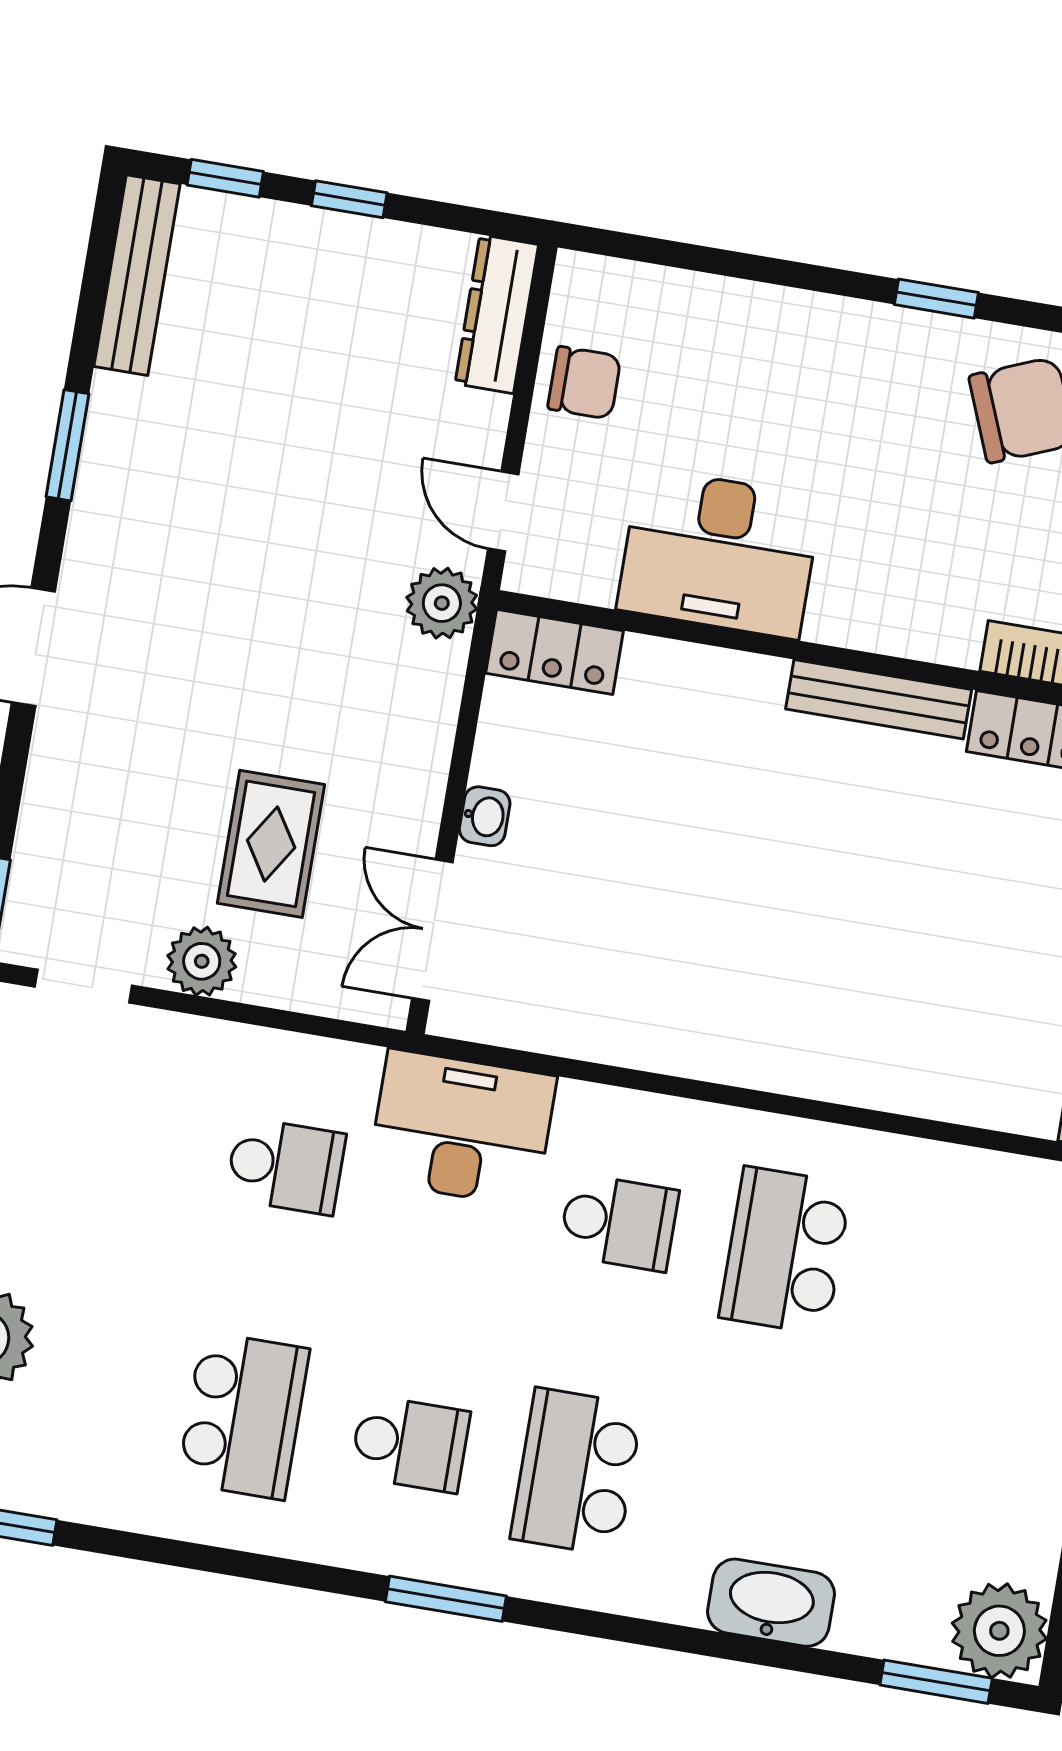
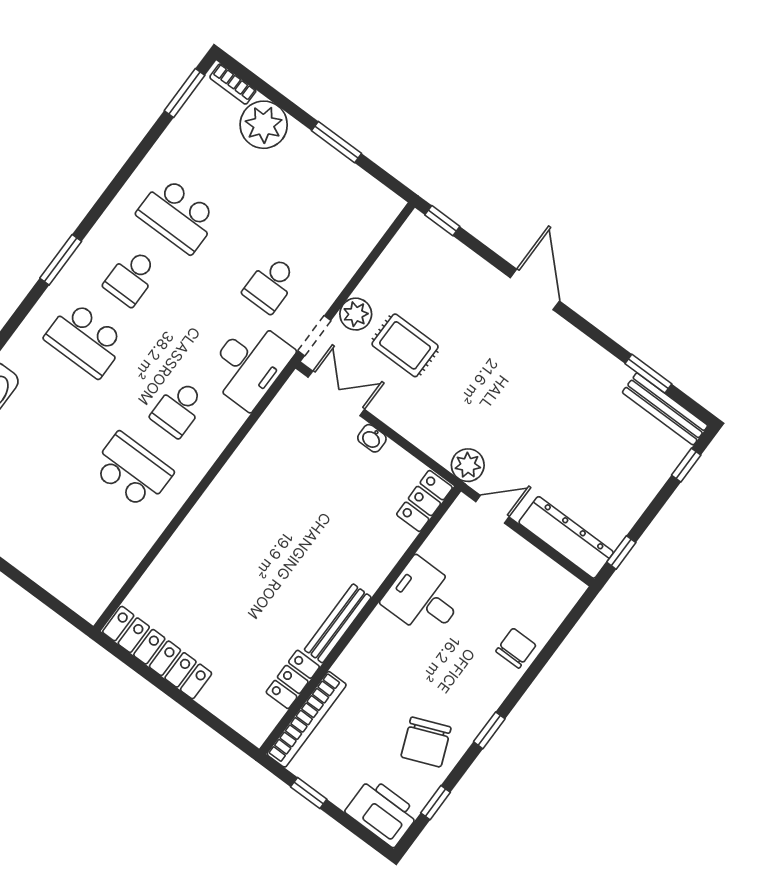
window: (349, 199) -> (621, 552), moved
dresser: (497, 314) -> (566, 537), width x1.37, depth x1.24
chair: (584, 383) -> (516, 648), moved, turned 180
window: (67, 445) -> (648, 374), moved
desk: (719, 553) -> (424, 598), width x0.73
plant: (202, 961) -> (356, 314), moved
doorway: (84, 986) -> (314, 336), moved
school desk: (576, 1472) -> (85, 339), turned 180

